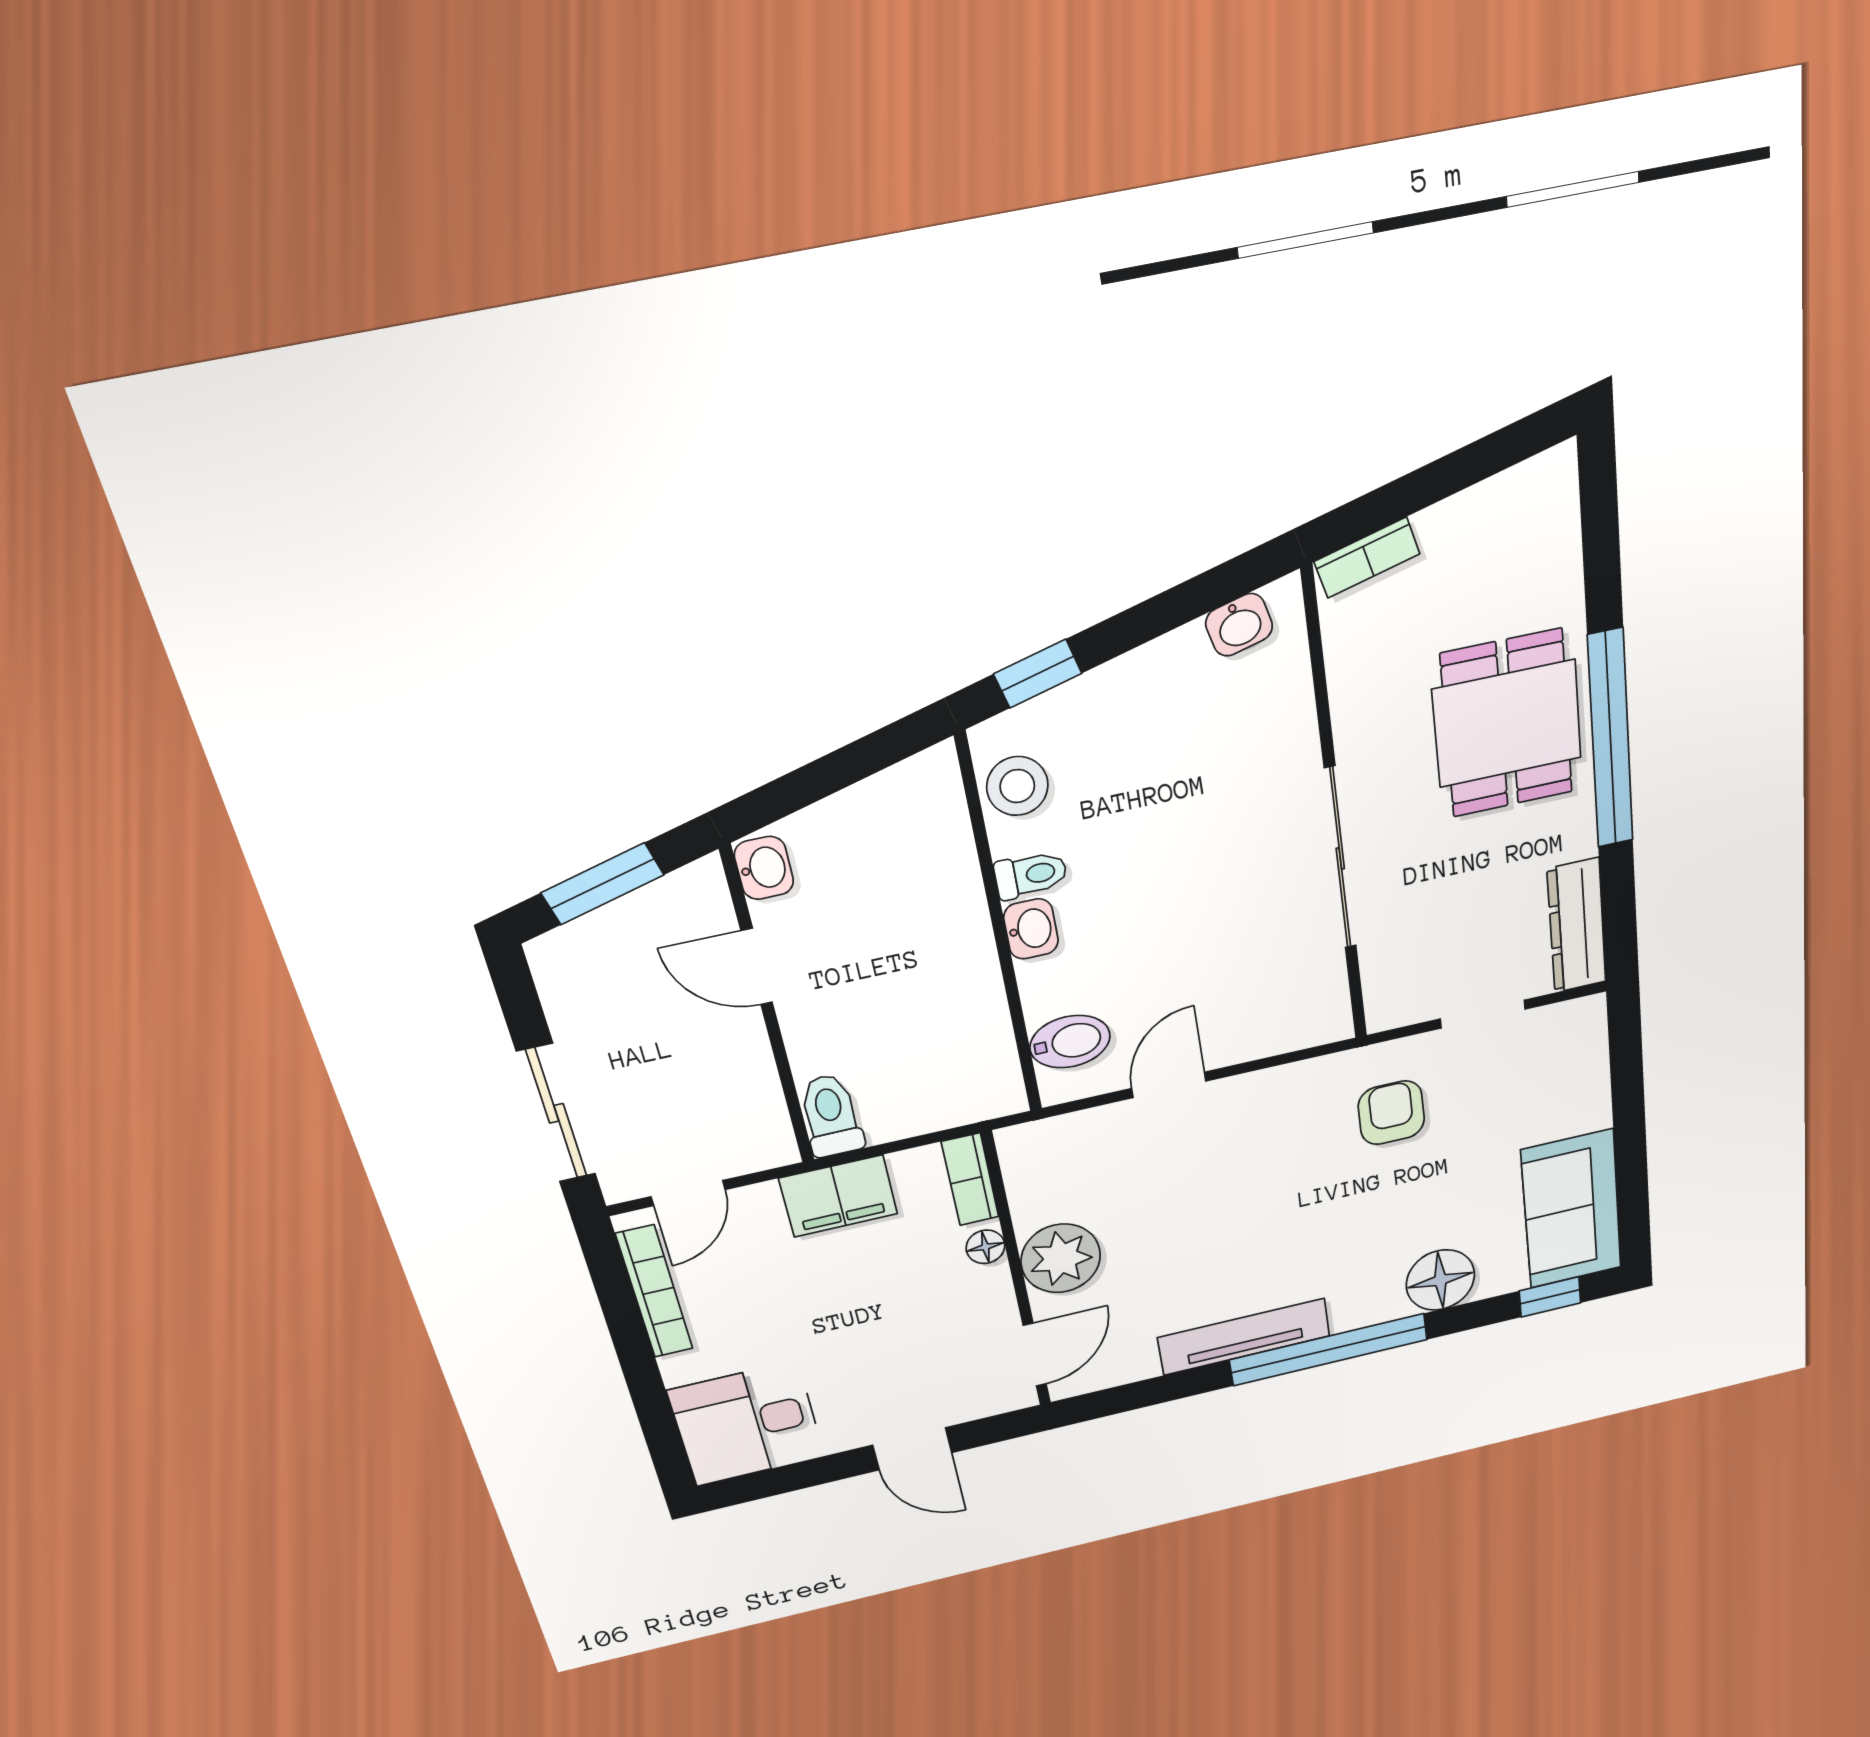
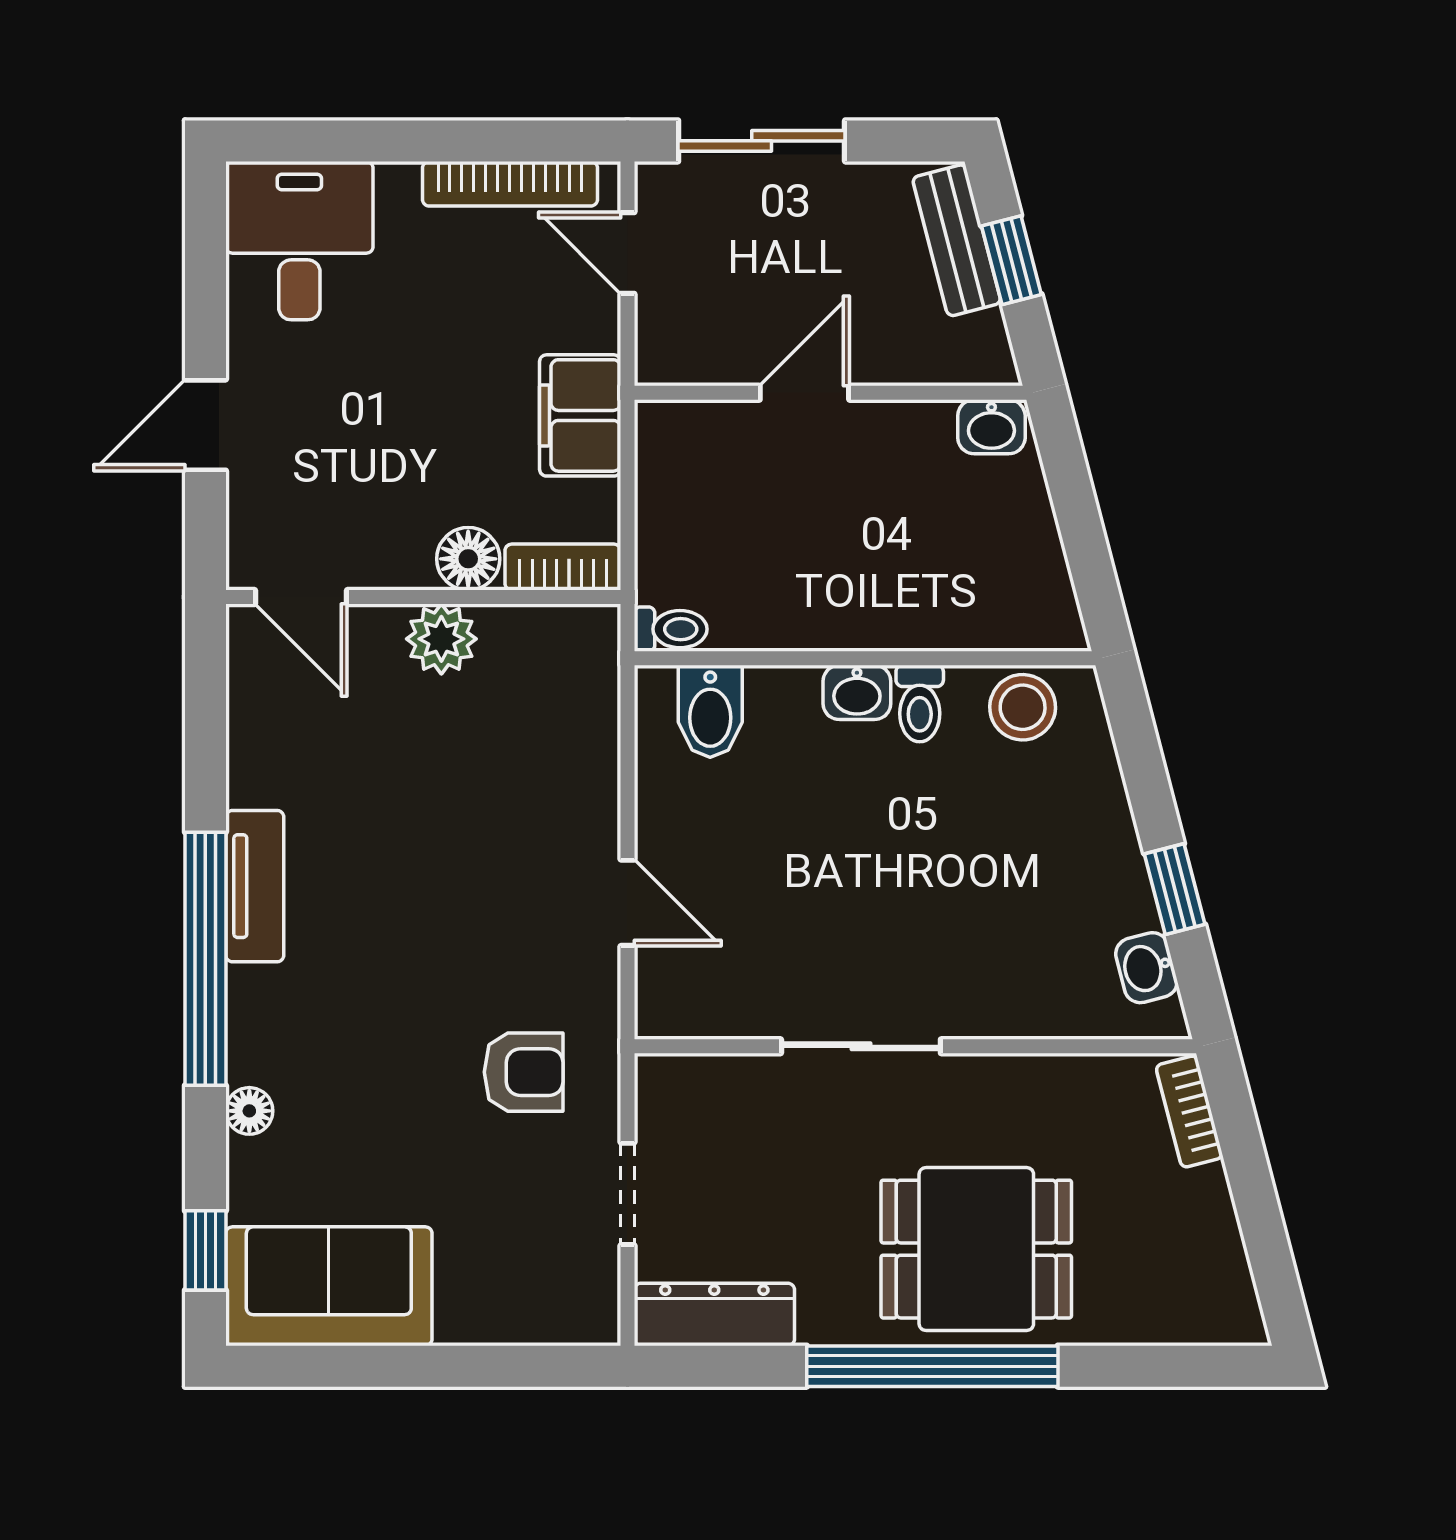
window: (1038, 674) -> (1175, 889), moved
sliding door: (1340, 858) -> (861, 1046), width x0.73
window: (602, 884) -> (1011, 260), width x0.67
bench: (598, 935) -> (957, 240), added
door: (757, 967) -> (804, 393), moved
door: (1169, 1085) -> (627, 903), moved
toilet: (831, 1115) -> (671, 629), moved, width x0.73, depth x0.72
floor lamp: (985, 1247) -> (468, 559), width x1.37, depth x1.37
plant: (1061, 1258) -> (441, 639), width x0.73, depth x0.73
floor lamp: (1440, 1280) -> (249, 1111), width x0.53, depth x0.53
tv unit: (1244, 1337) -> (255, 886), width x0.71

